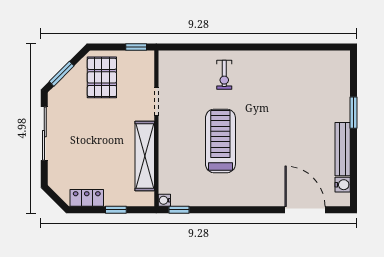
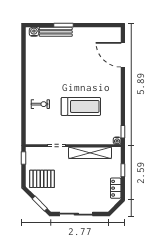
treadmill: (220, 141) -> (81, 106), turned 180
bench: (343, 149) -> (56, 32), moved
water cooler: (343, 185) -> (34, 32), moved
door: (305, 210) -> (123, 55), hinge flipped

